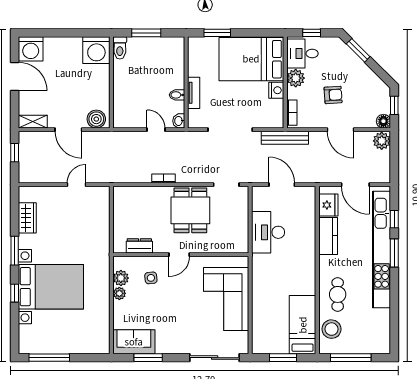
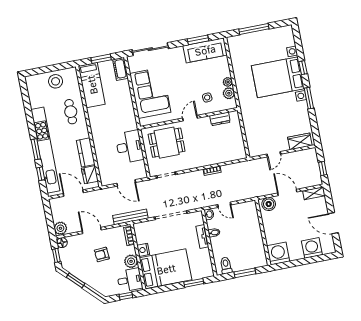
toilet: (120, 48) -> (226, 265), moved
washing machine: (31, 49) -> (312, 248), moved
window: (358, 50) -> (76, 280), moved
dining table: (190, 210) -> (167, 143), moved, turned 90
wardrobe: (27, 218) -> (300, 141), moved, turned 90
stool: (332, 329) -> (56, 81), moved
cot: (260, 339) -> (120, 69), added
sofa: (134, 342) -> (205, 50), width x1.36
window: (49, 358) -> (254, 29), moved
window: (351, 358) -> (52, 68), removed

